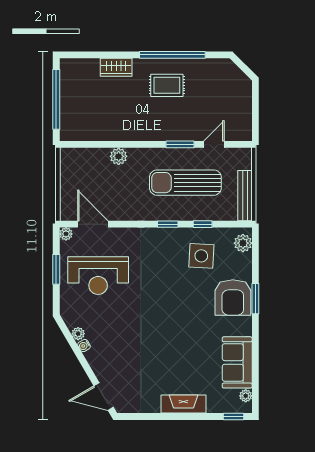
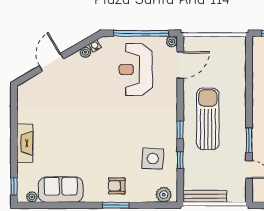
plant: (119, 156) -> (239, 87), removed
sun lounger: (185, 183) -> (208, 119), moved
window: (56, 269) -> (141, 33), width x2.11
armchair: (233, 298) -> (117, 186), width x0.53, depth x0.53
water cooler: (84, 346) -> (95, 46), moved
door: (104, 397) -> (52, 62), moved

